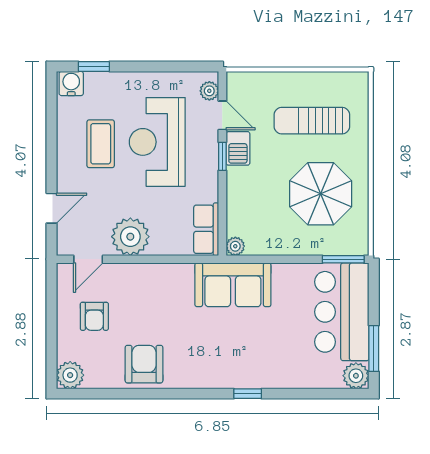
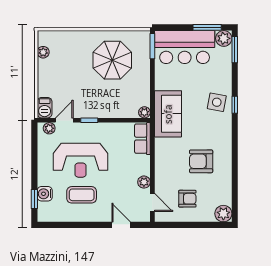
plant: (333, 81) -> (43, 52), added
water cooler: (71, 83) -> (45, 194), moved
sun lounger: (312, 121) -> (67, 65), removed
barbecue: (238, 148) -> (45, 108), moved, turned 90
row of seats: (206, 229) -> (142, 139), moved, turned 90
plant: (130, 237) -> (144, 182), width x0.53, depth x0.53
armchair: (144, 364) -> (201, 161), moved
side table: (252, 364) -> (217, 102), added
window: (338, 394) -> (235, 50), added

